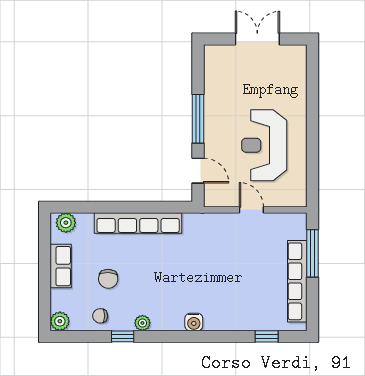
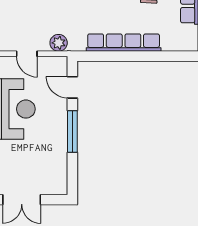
plant: (66, 223) -> (59, 43), moved

